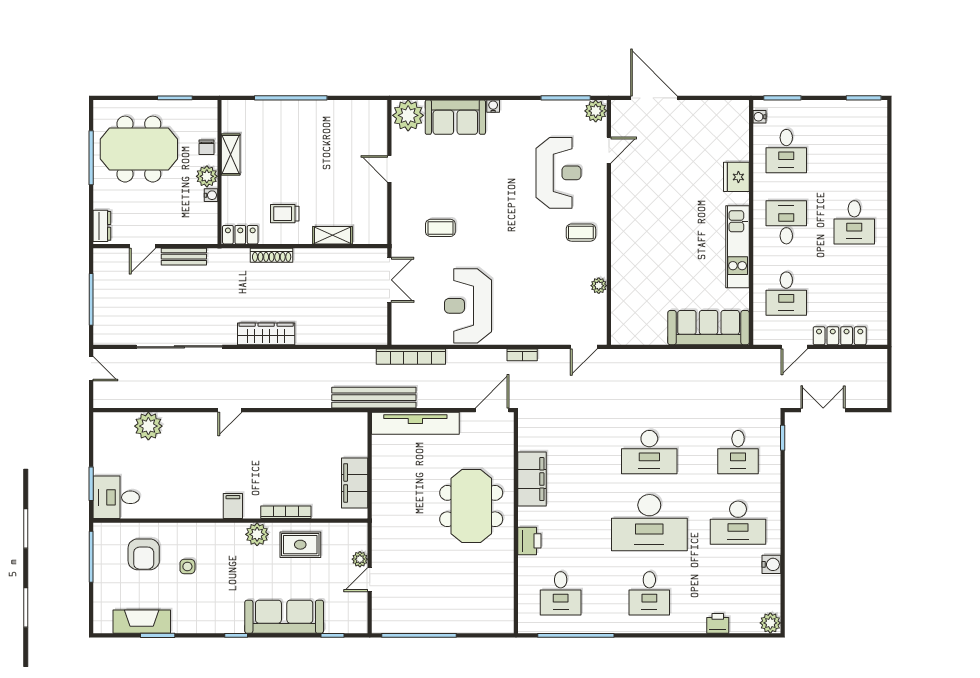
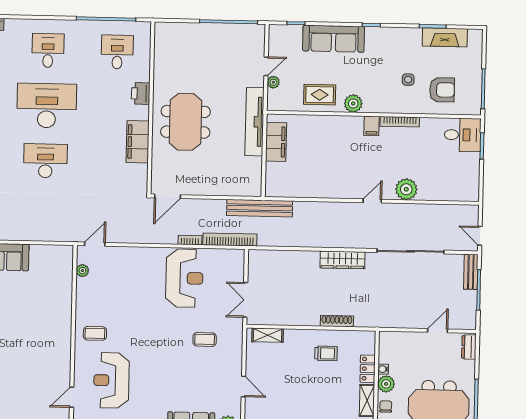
locker: (240, 235) -> (368, 369), moved, turned 90
shelving: (333, 235) -> (268, 335), moved
bench: (184, 257) -> (471, 272), moved, turned 90
plant: (599, 286) -> (82, 271), moved
bookcase: (522, 355) -> (190, 240), moved
tv unit: (415, 423) -> (255, 122), moved, turned -90
plant: (148, 426) -> (406, 189), moved
bookcase: (286, 512) -> (400, 122), moved
armchair: (144, 554) -> (442, 90), turned 90

